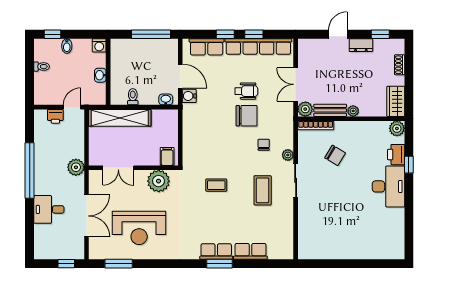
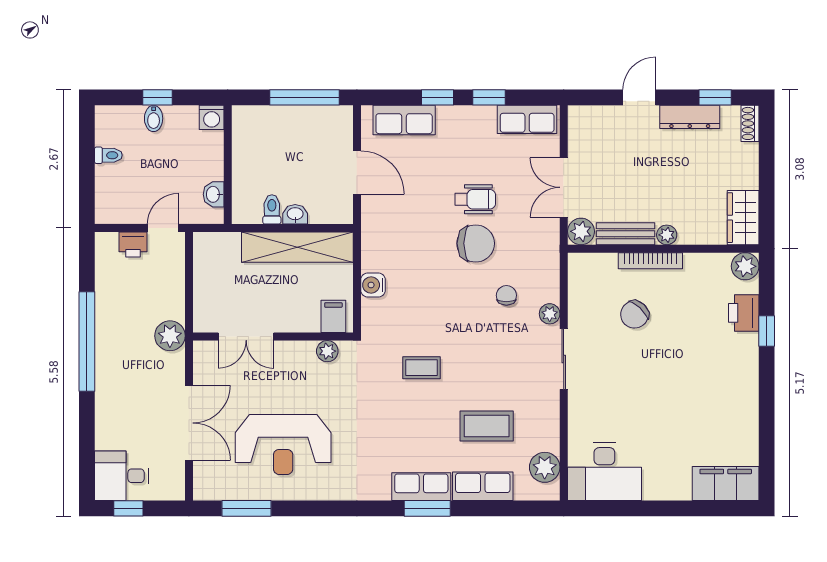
window: (53, 34) -> (158, 97), moved
dresser: (361, 45) -> (690, 117), width x1.44
row of seats: (258, 47) -> (527, 119), width x0.50
shoe rack: (400, 65) -> (750, 123), moved
washbasin: (100, 75) -> (214, 194), moved
water cooler: (189, 96) -> (373, 285), moved
washbasin: (166, 99) -> (295, 214), moved
shelving: (120, 118) -> (297, 247), moved
bookcase: (316, 125) -> (650, 261), moved
chair: (335, 155) -> (634, 314), turned 102
plant: (159, 181) -> (327, 351), width x0.53, depth x0.53
desk: (388, 186) -> (604, 472), moved, turned 90
coffee table: (263, 190) -> (487, 426), moved, turned 90
desk: (49, 209) -> (121, 476), moved
plant: (285, 241) -> (545, 467), added
filing cabinet: (386, 250) -> (726, 484), added
window: (66, 264) -> (128, 508), moved

